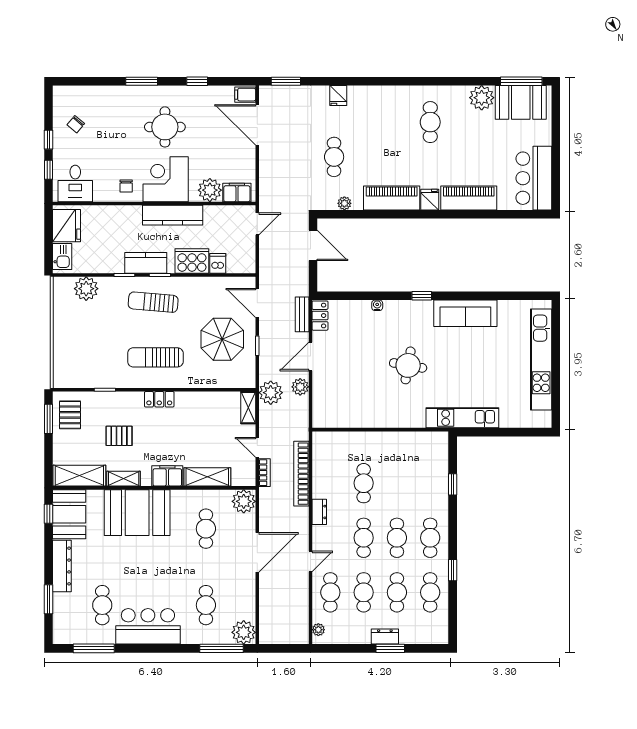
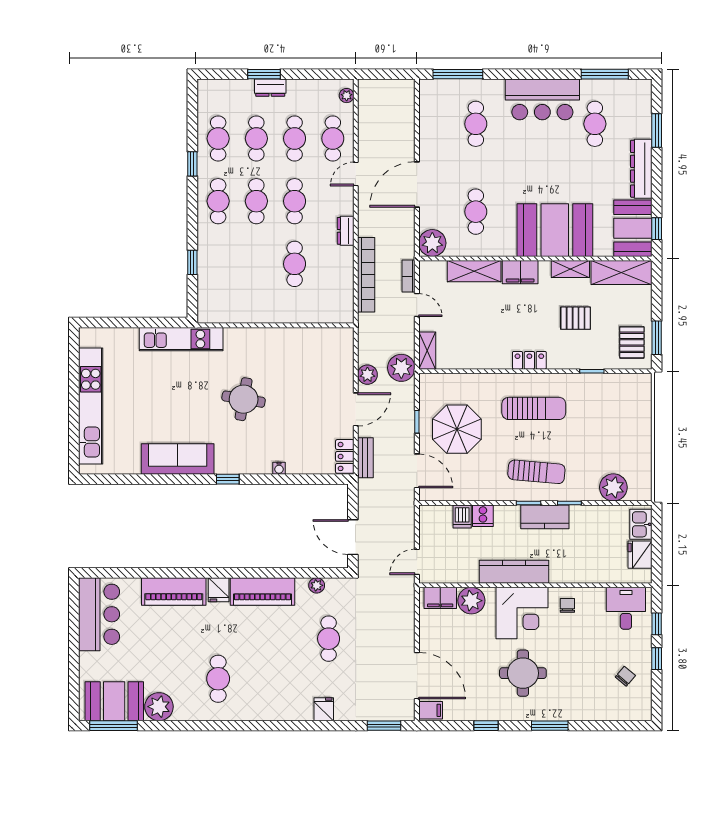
fridge: (66, 226) -> (640, 555), width x0.73, depth x0.75
cooker: (192, 261) -> (483, 516), width x0.53, depth x0.76
plant: (244, 632) -> (432, 93), removed

